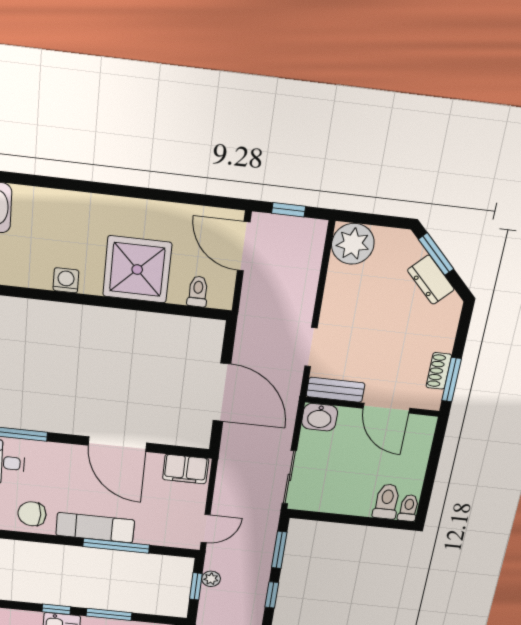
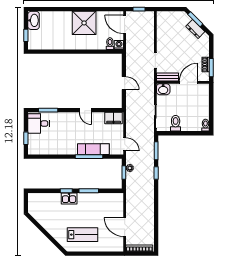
plant: (353, 244) -> (164, 19), removed
shower: (137, 269) -> (84, 23), moved
washing machine: (66, 280) -> (119, 45), moved
door: (222, 392) -> (124, 83), width x0.53
door: (386, 408) -> (188, 82), swing flipped
door: (117, 444) -> (85, 110), width x0.53
toilet: (387, 502) -> (176, 123), moved
chair: (32, 514) -> (54, 146), removed
exam couch: (95, 528) -> (93, 149), moved
door: (206, 529) -> (125, 144), hinge flipped

